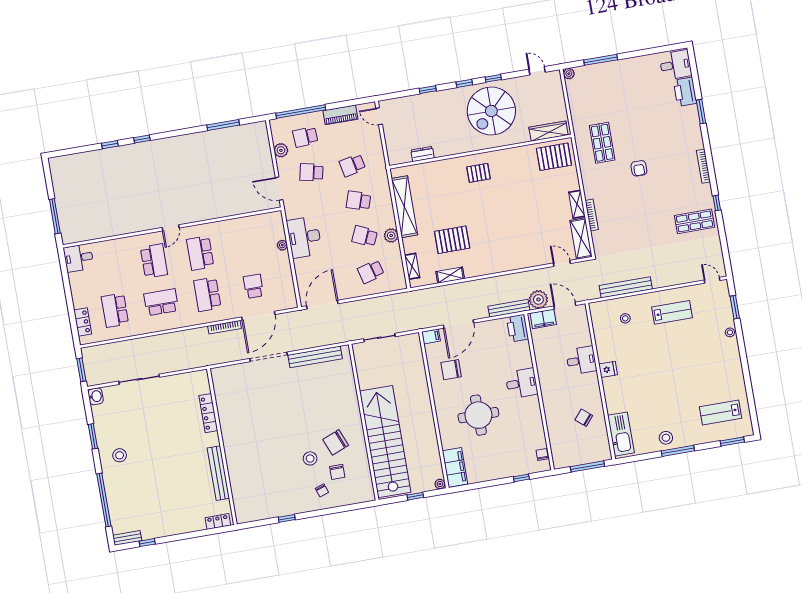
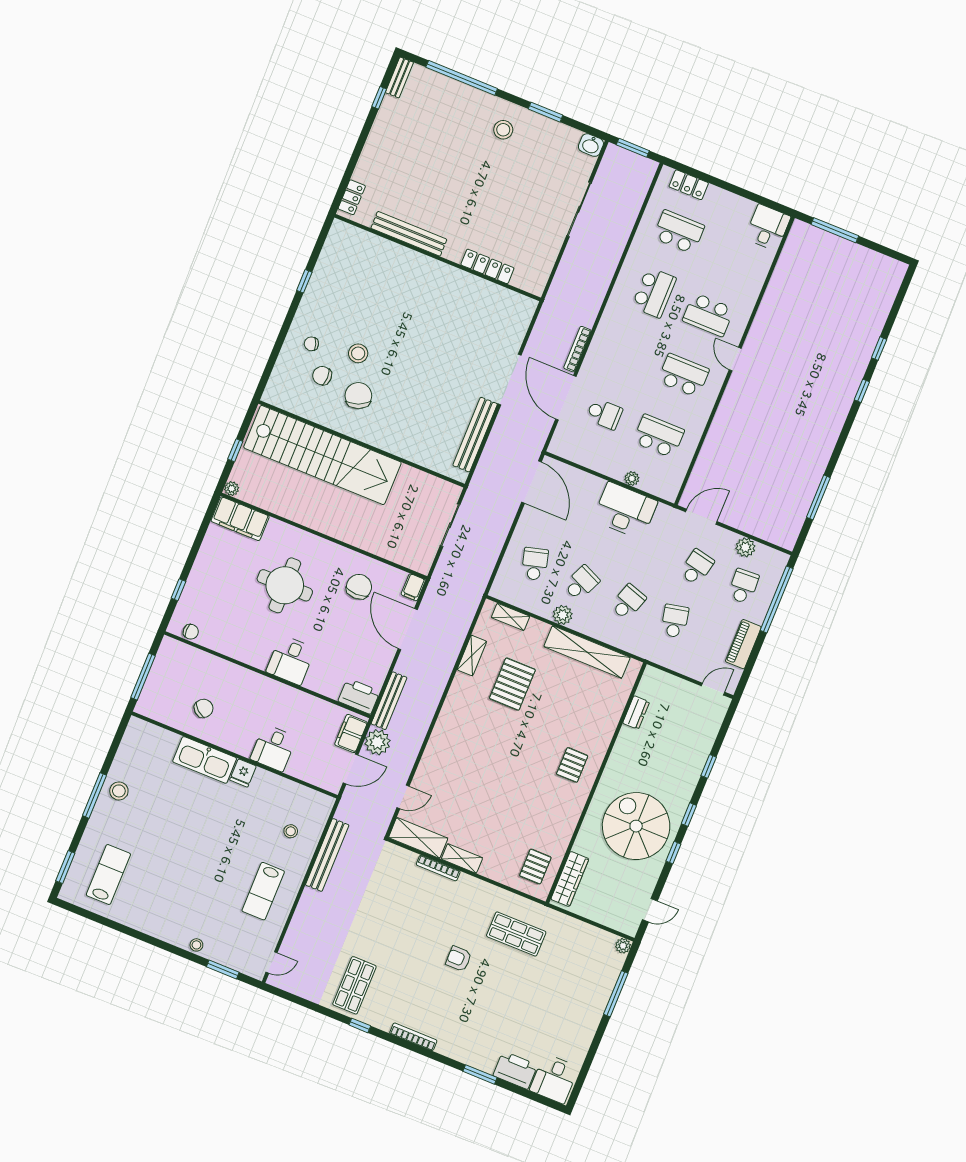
pallet: (554, 157) -> (535, 866), width x0.67, depth x0.71
school desk: (207, 294) -> (659, 436), moved
kitchen sink: (621, 434) -> (205, 760), moved

